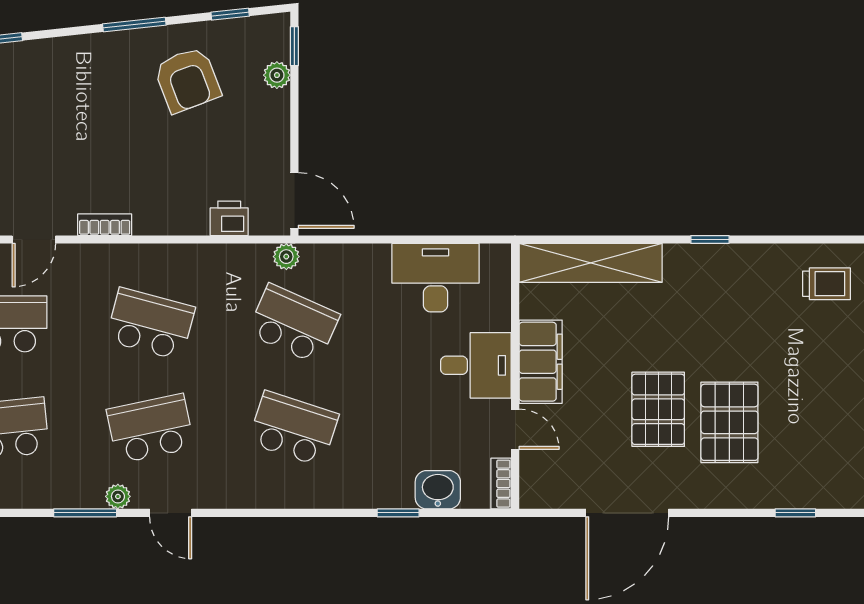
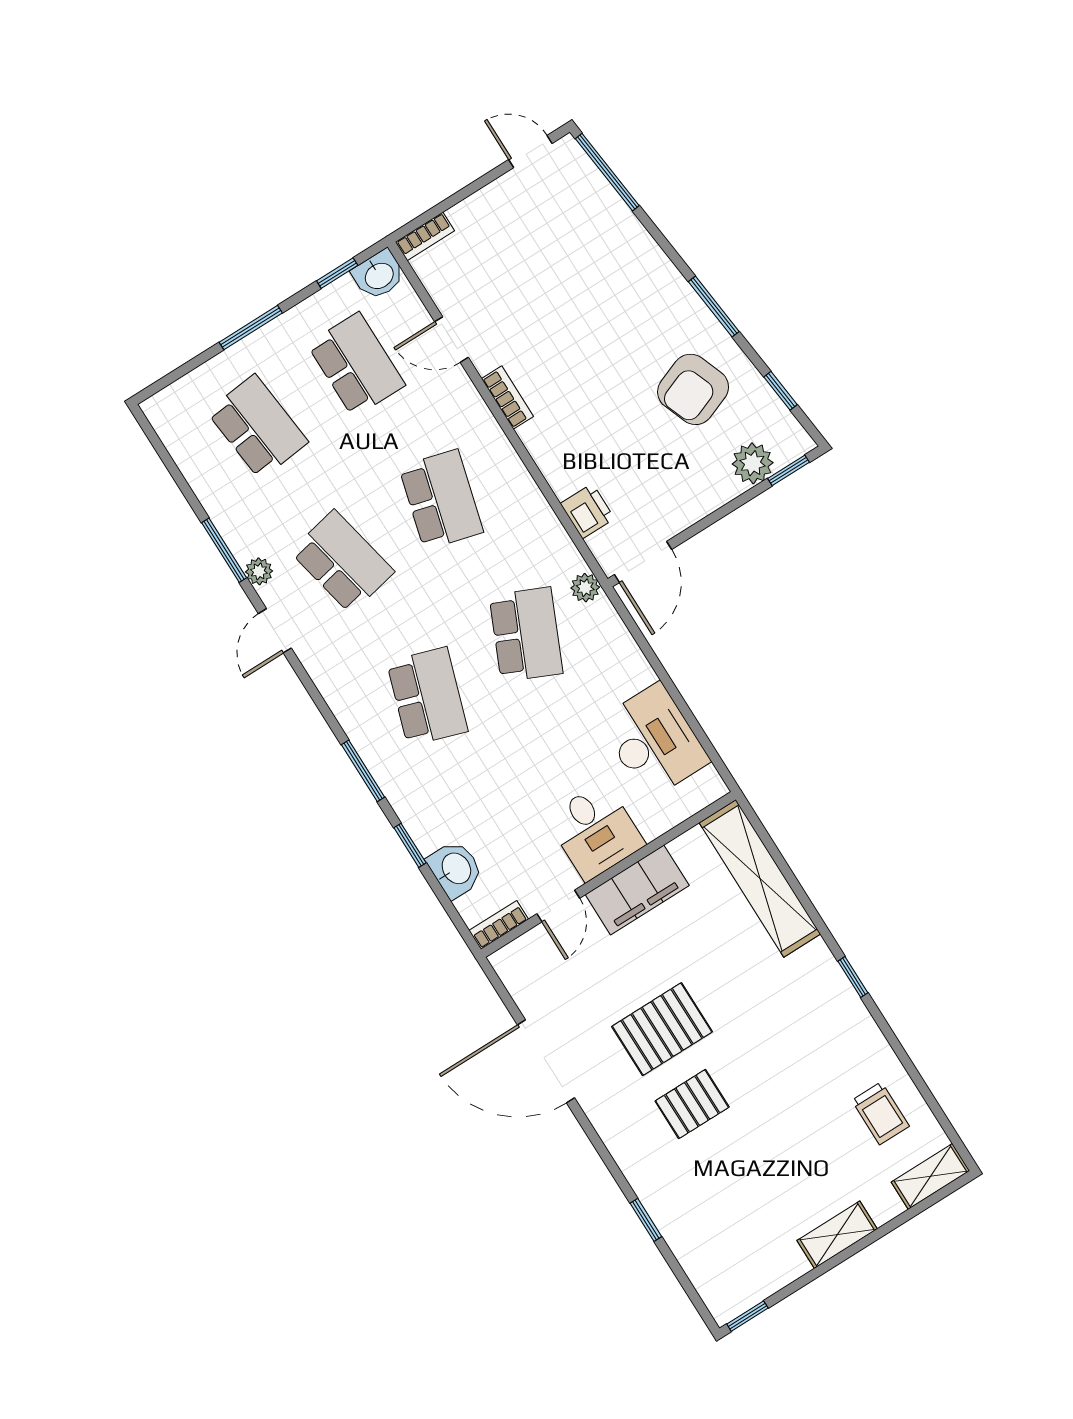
plant: (277, 75) -> (753, 463), width x1.38, depth x1.38
pallet: (729, 422) -> (692, 1104), width x0.67, depth x0.71
window: (319, 513) -> (363, 771), added

